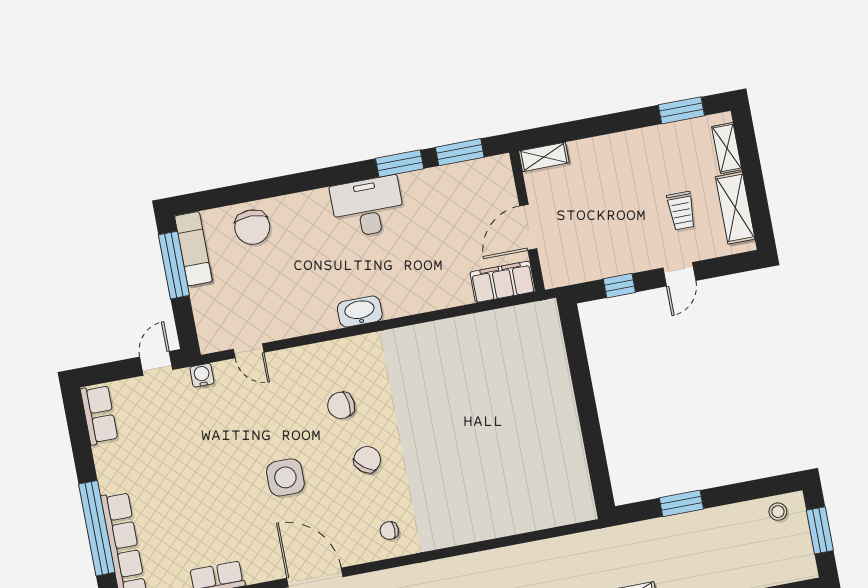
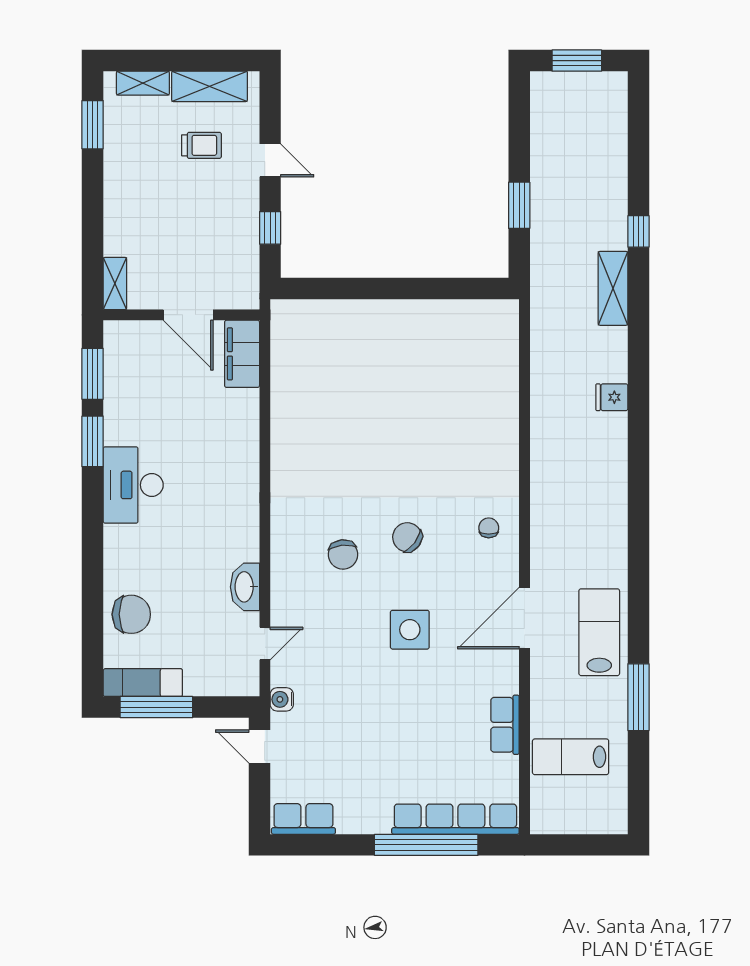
washbasin: (360, 312) -> (245, 587), moved
stool: (778, 512) -> (548, 102), removed
chair: (389, 531) -> (489, 528), turned 180

